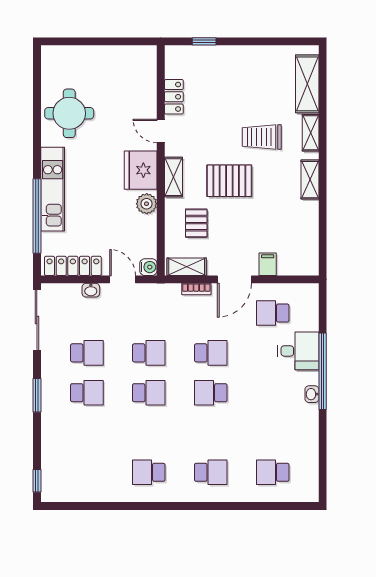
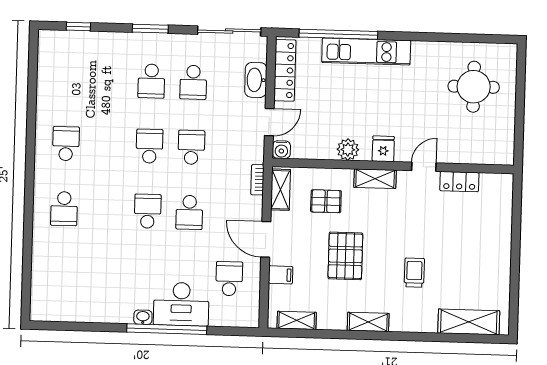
window: (204, 41) -> (517, 215), removed
round table: (69, 113) -> (474, 87), moved
shelving: (311, 133) -> (297, 320), moved
trolley: (262, 137) -> (414, 273), width x0.73, depth x0.72
fridge: (141, 170) -> (383, 149), width x0.53, depth x0.75
pallet: (229, 181) -> (345, 256), moved
bookcase: (196, 289) -> (257, 180), moved
washbasin: (91, 290) -> (256, 80), width x1.91, depth x1.45
desk: (298, 351) -> (181, 304), width x1.37
school desk: (149, 353) -> (191, 147), turned 180
school desk: (149, 393) -> (150, 146), turned 180
school desk: (273, 472) -> (62, 274), removed
window: (37, 481) -> (78, 26), moved

